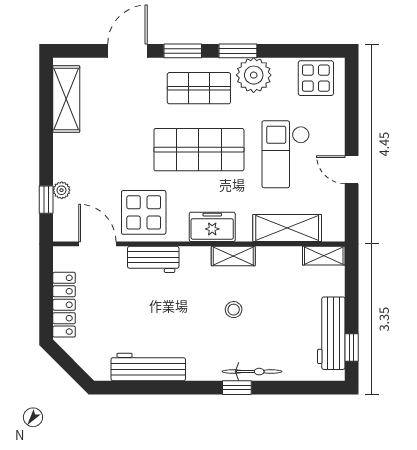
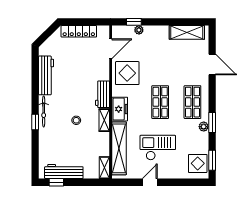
window: (183, 51) -> (212, 160), moved
plant: (254, 75) -> (204, 127), width x0.53, depth x0.53
shop shelf: (199, 150) -> (160, 102), width x0.70, depth x0.74
shelving: (287, 228) -> (119, 148), width x1.47
workbench: (153, 259) -> (103, 94), moved
bicycle: (252, 372) -> (44, 111), moved

